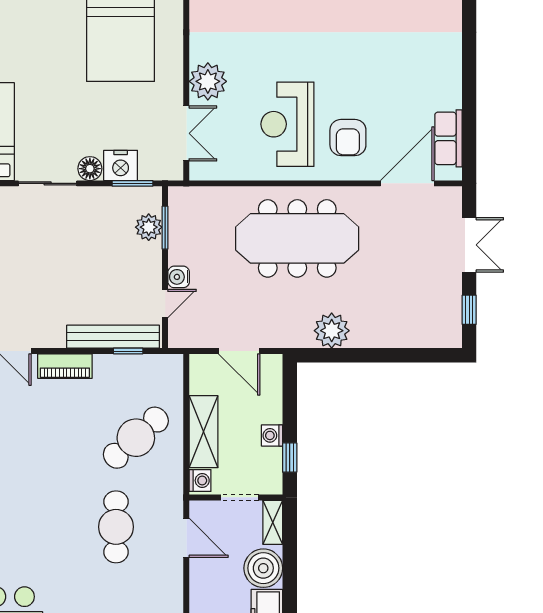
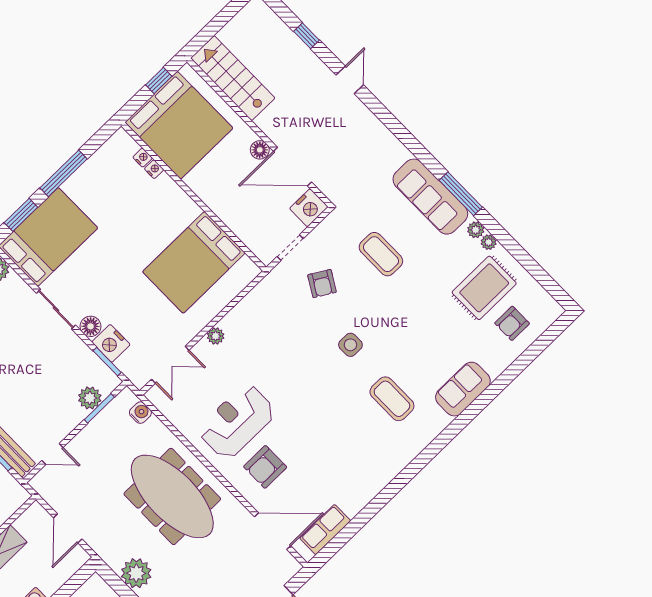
plant: (208, 81) -> (216, 336), width x0.53, depth x0.53
water cooler: (179, 277) -> (140, 413), moved, turned 90

